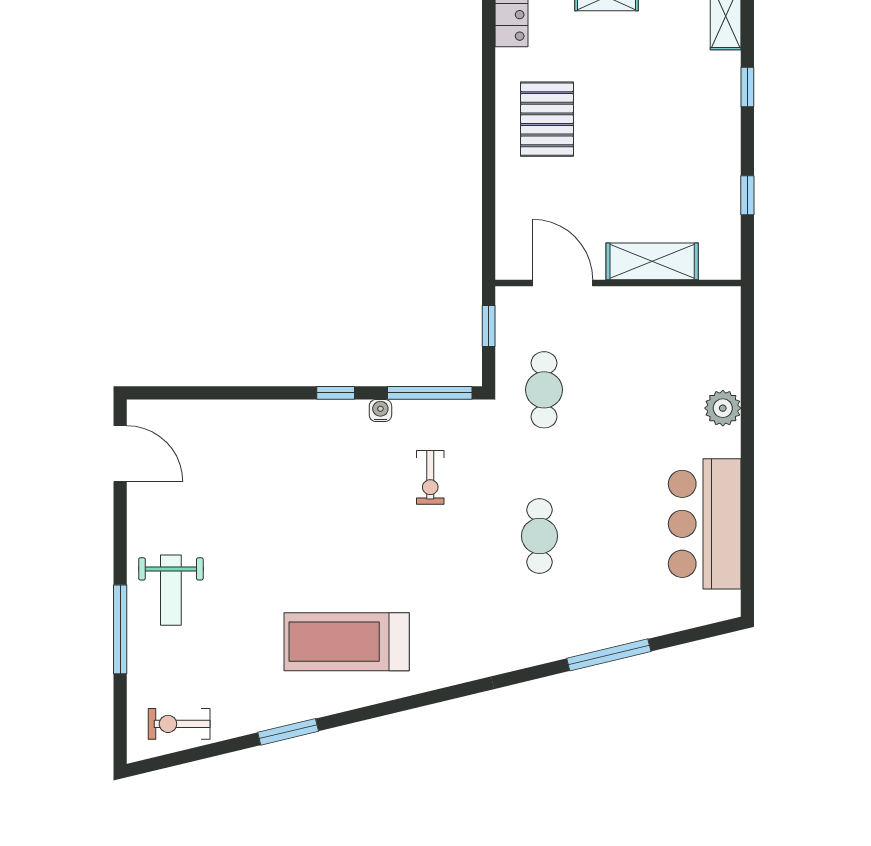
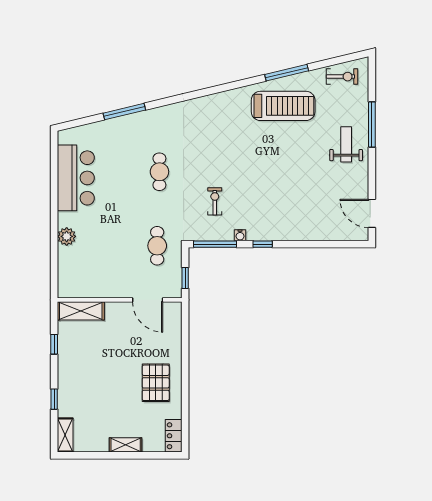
shelving: (652, 261) -> (81, 311), moved
treadmill: (347, 642) -> (283, 106), moved
window: (288, 732) -> (287, 73), width x1.44

